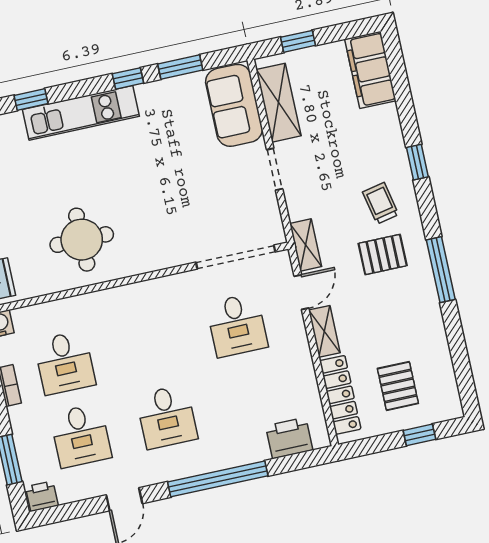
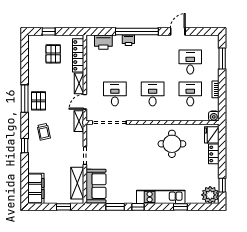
pallet: (383, 255) -> (38, 101), moved, turned 90
desk: (167, 417) -> (153, 94), moved
printer: (42, 496) -> (128, 40), moved

